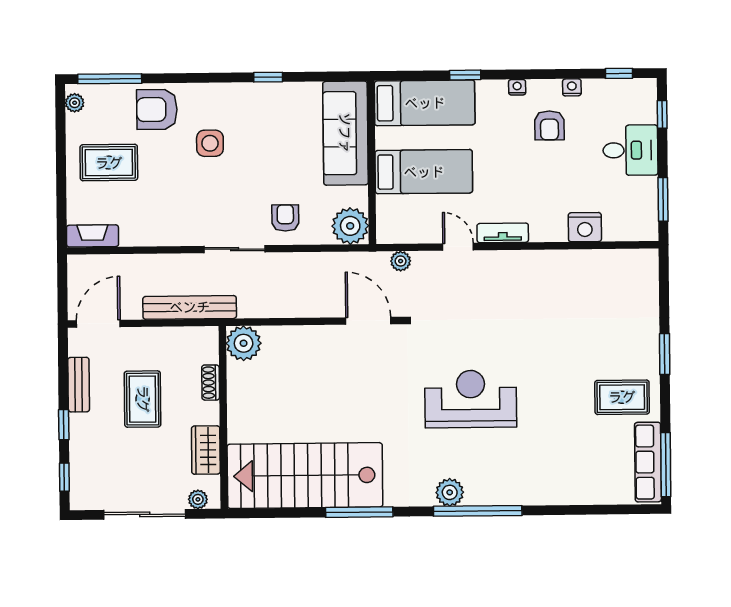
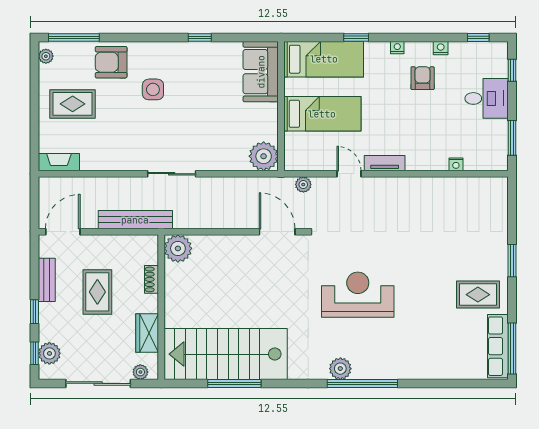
armchair: (549, 125) -> (423, 78), turned 180
sofa: (345, 133) -> (261, 72), width x0.73
armchair: (285, 218) -> (212, 149), removed
nightstand: (585, 227) -> (456, 164), width x0.53, depth x0.56
plant: (83, 477) -> (49, 353), added
window: (359, 512) -> (234, 383), moved

